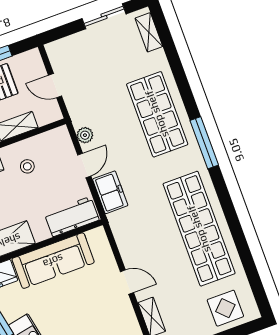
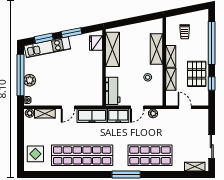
door: (55, 86) -> (185, 107), hinge flipped
door: (84, 165) -> (137, 107), hinge flipped
freezer: (127, 236) -> (92, 116), added
sofa: (53, 261) -> (93, 73), removed

